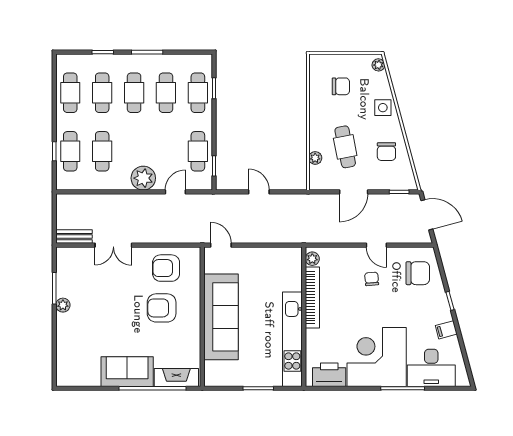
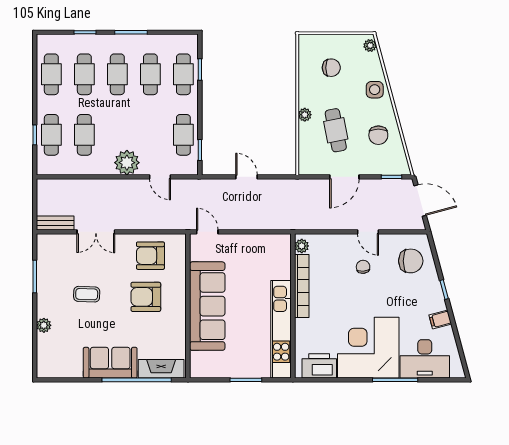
plant: (315, 158) -> (305, 115), moved
door: (175, 192) -> (160, 177), swing flipped
plant: (63, 305) -> (44, 325), moved
coffee table: (104, 305) -> (87, 294), added

